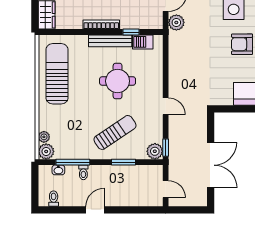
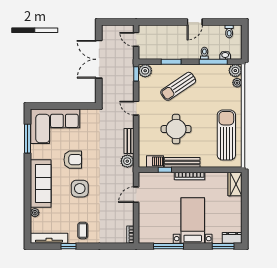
plant: (176, 22) -> (127, 161), moved
bench: (174, 67) -> (129, 141), added
sun lounger: (57, 74) -> (226, 135), turned 180

